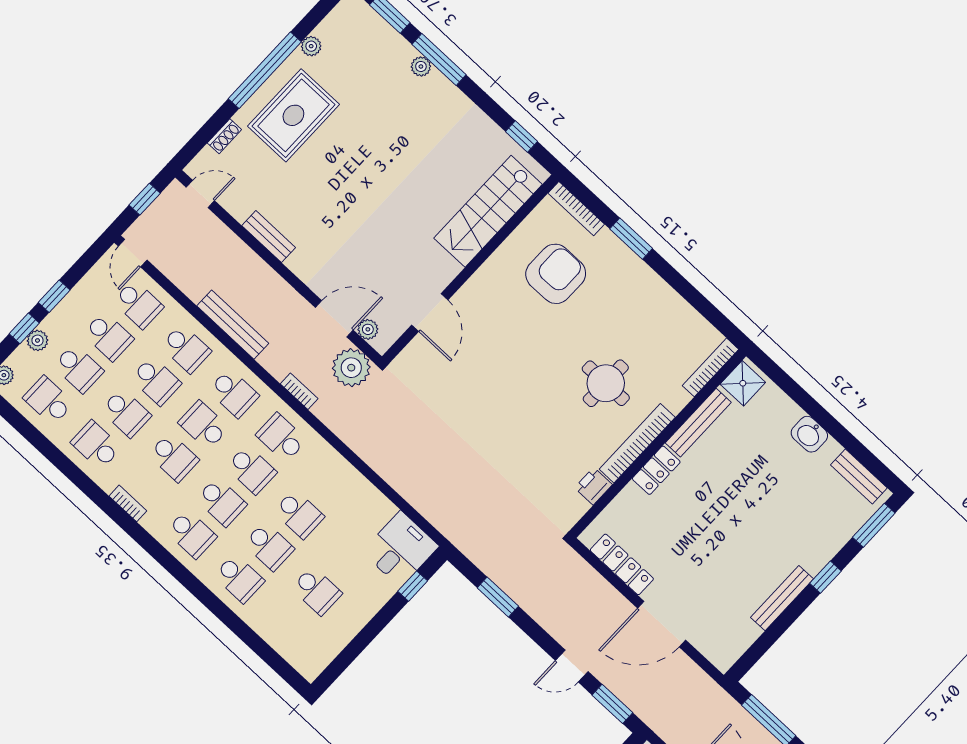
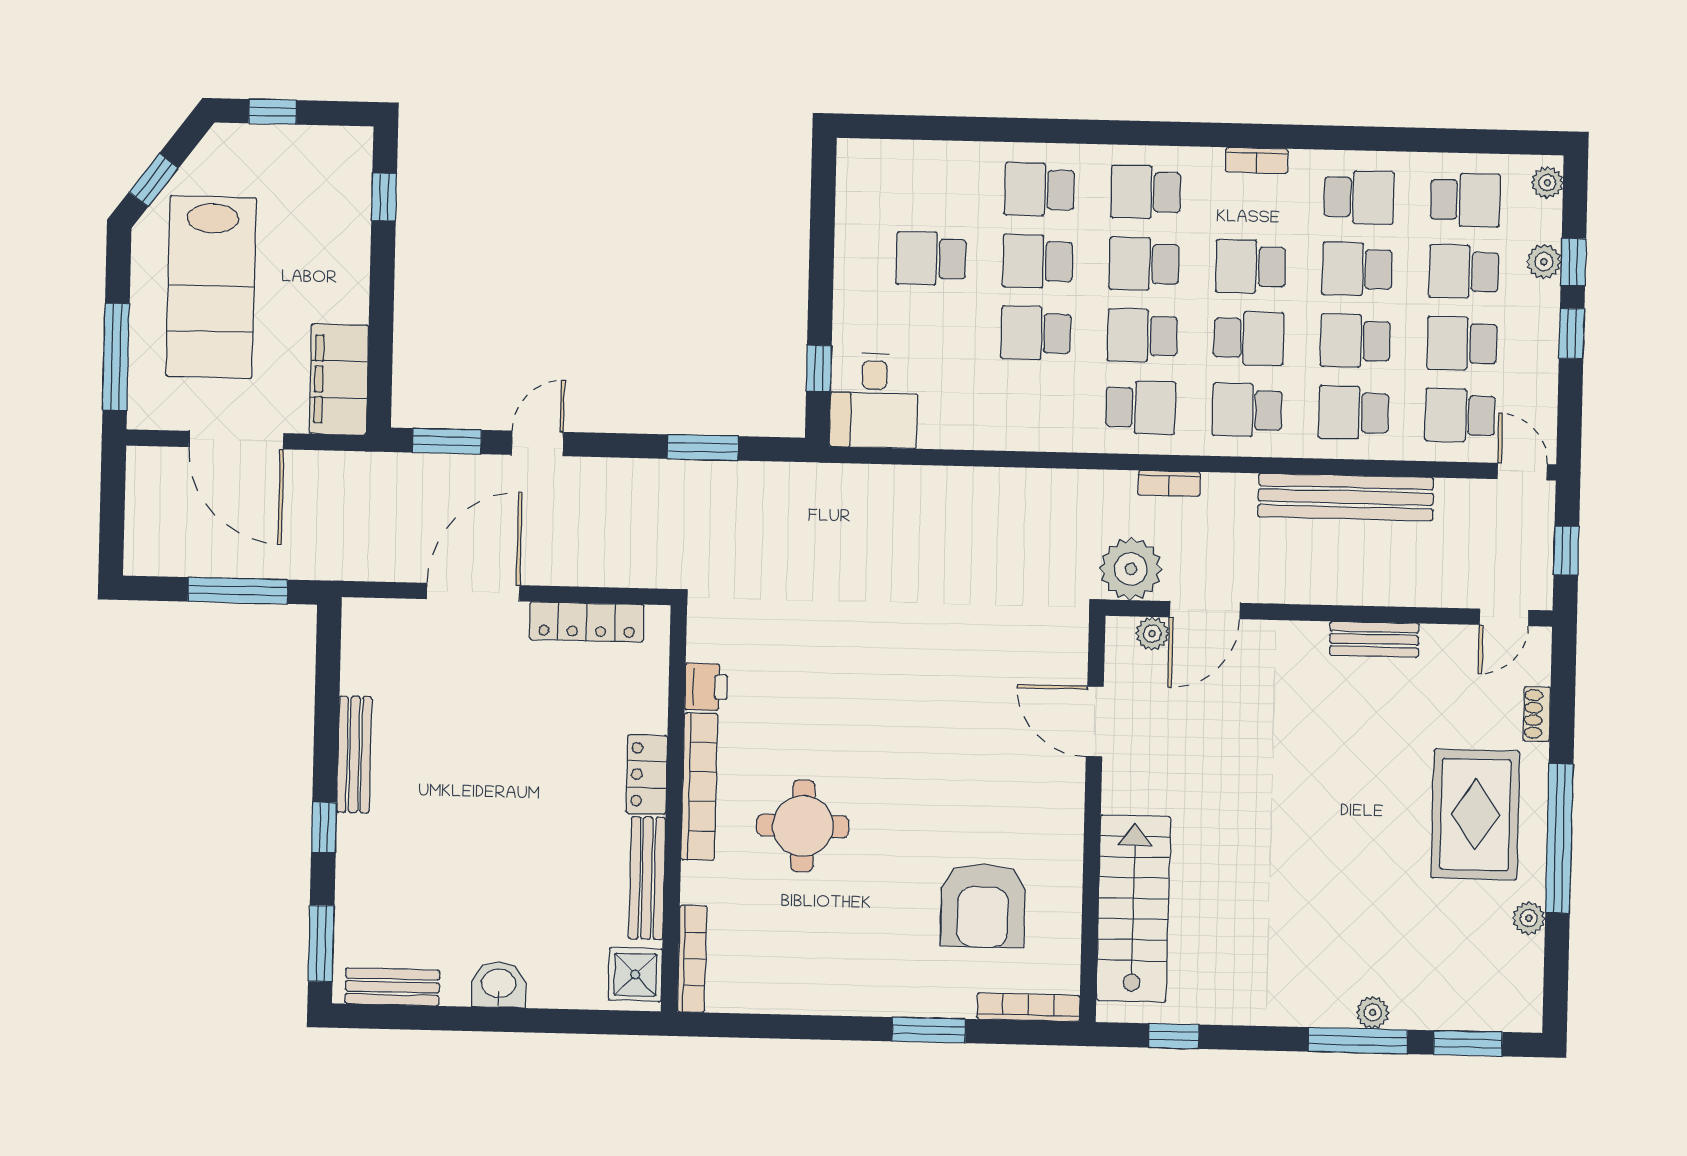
bench: (233, 325) -> (1346, 497), width x1.37, depth x1.21

